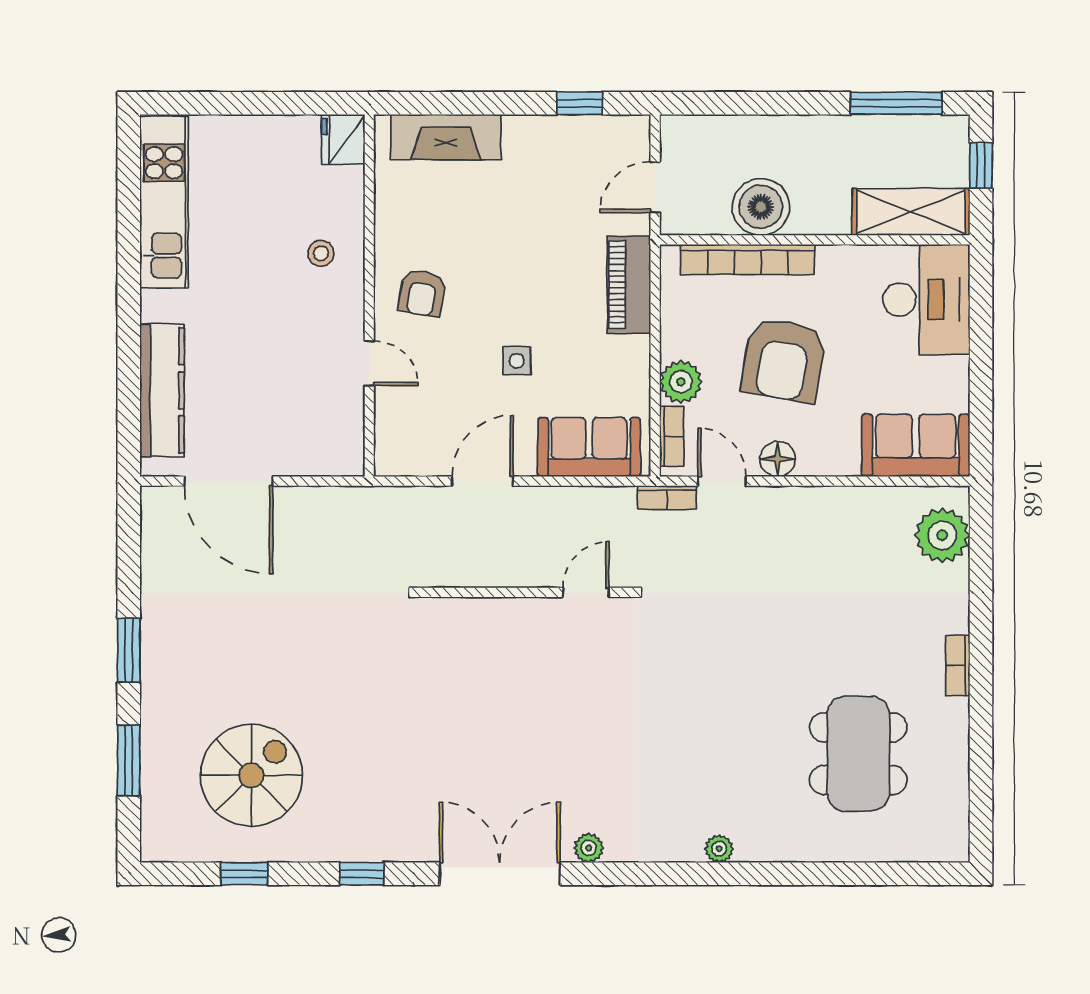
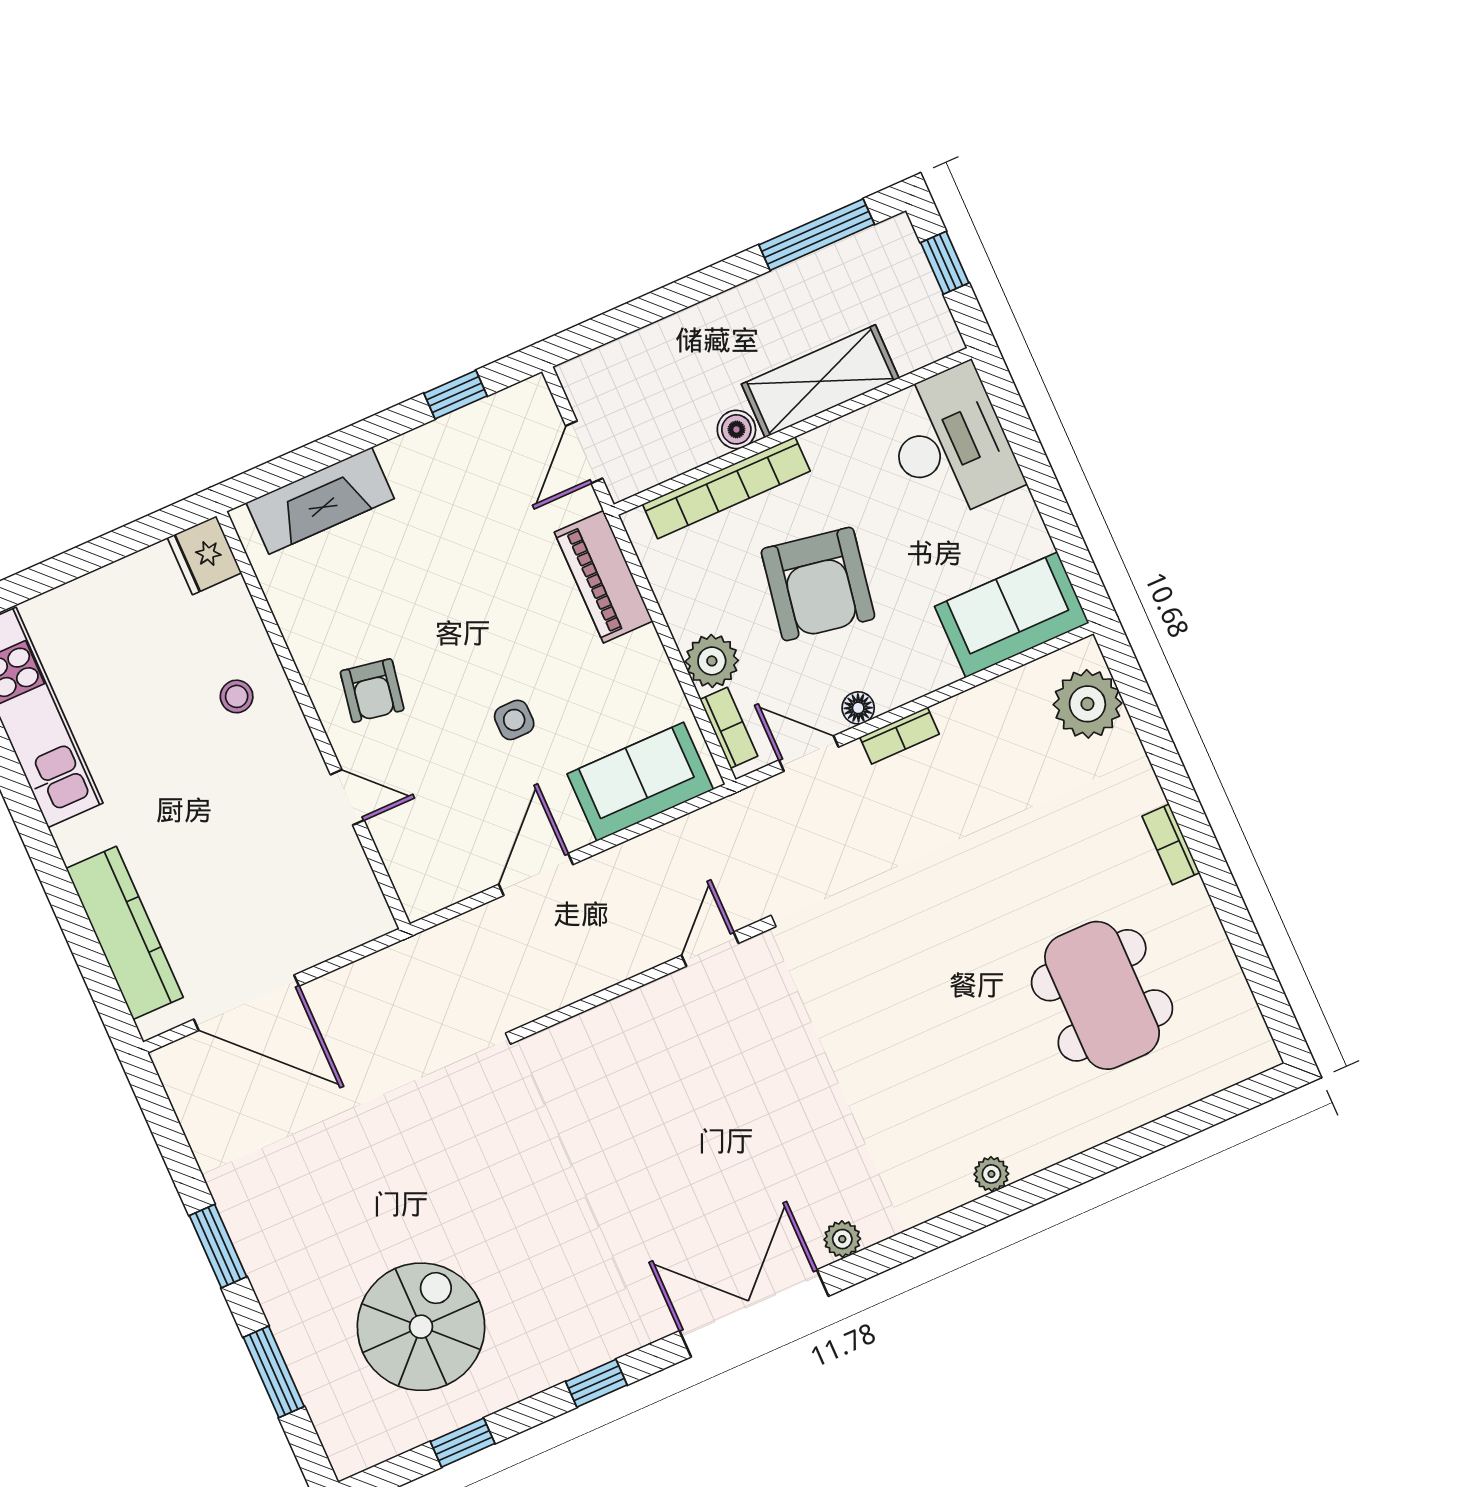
boiler: (761, 207) -> (736, 429), width x0.54, depth x0.54
shelving: (911, 212) -> (820, 381), moved
floor lamp: (778, 459) -> (858, 708), width x0.73, depth x0.73
bookcase: (667, 497) -> (899, 736), moved

